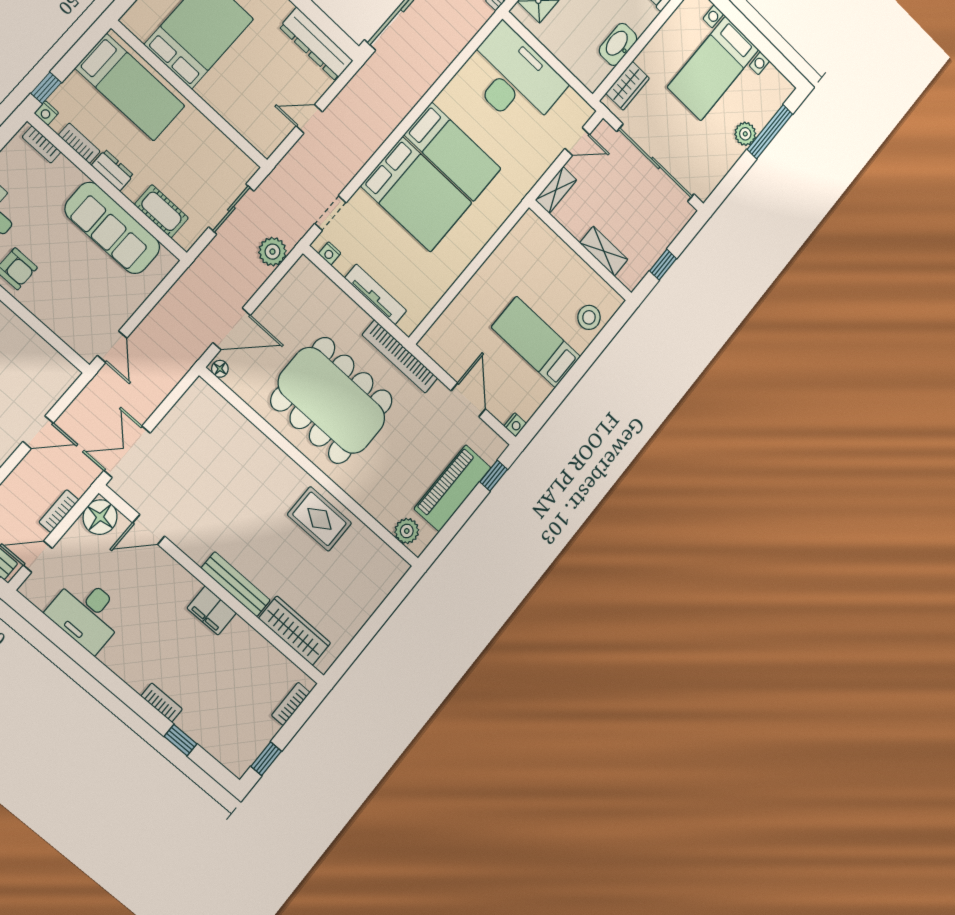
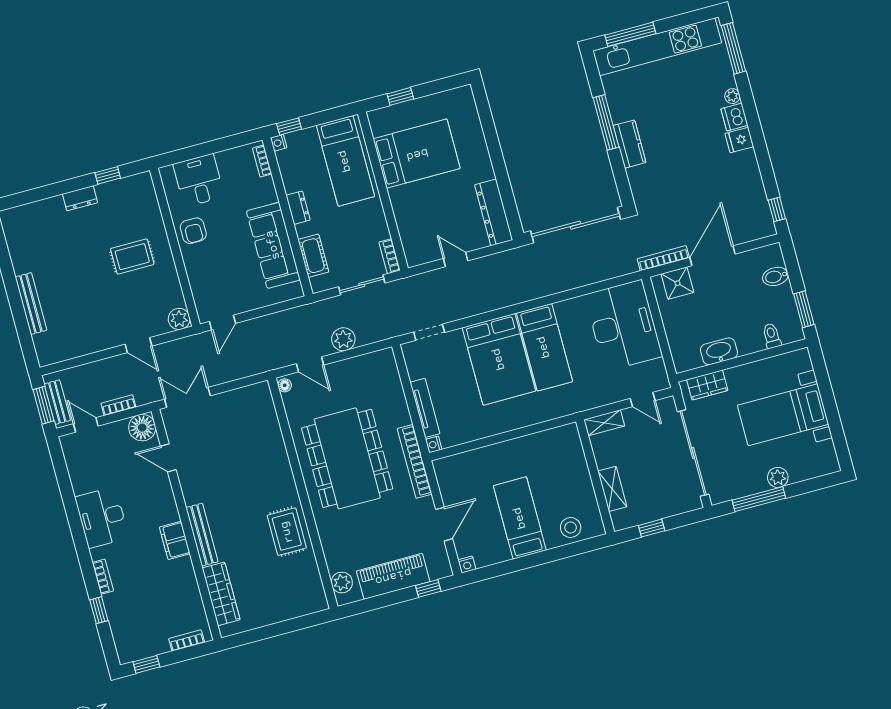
window: (770, 132) -> (759, 499), moved
bookcase: (79, 143) -> (390, 256), moved, turned 180
plant: (272, 252) -> (343, 339), moved
nightstand: (330, 253) -> (434, 444), moved
door: (232, 329) -> (310, 364), width x0.73
plant: (63, 374) -> (179, 319), added
desk: (87, 614) -> (102, 517), moved

